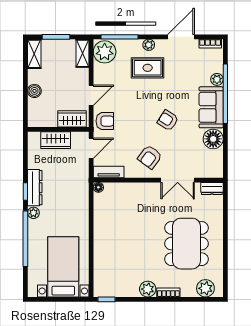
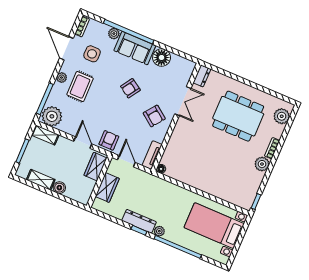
shelving: (34, 54) -> (41, 180), moved
side table: (186, 66) -> (92, 54), added

